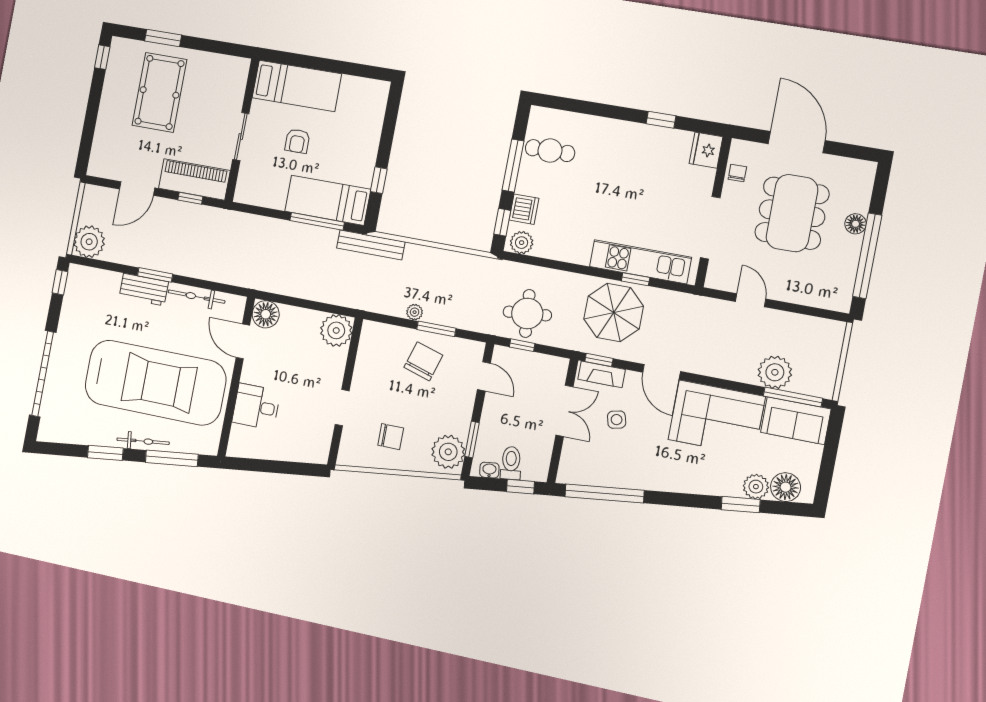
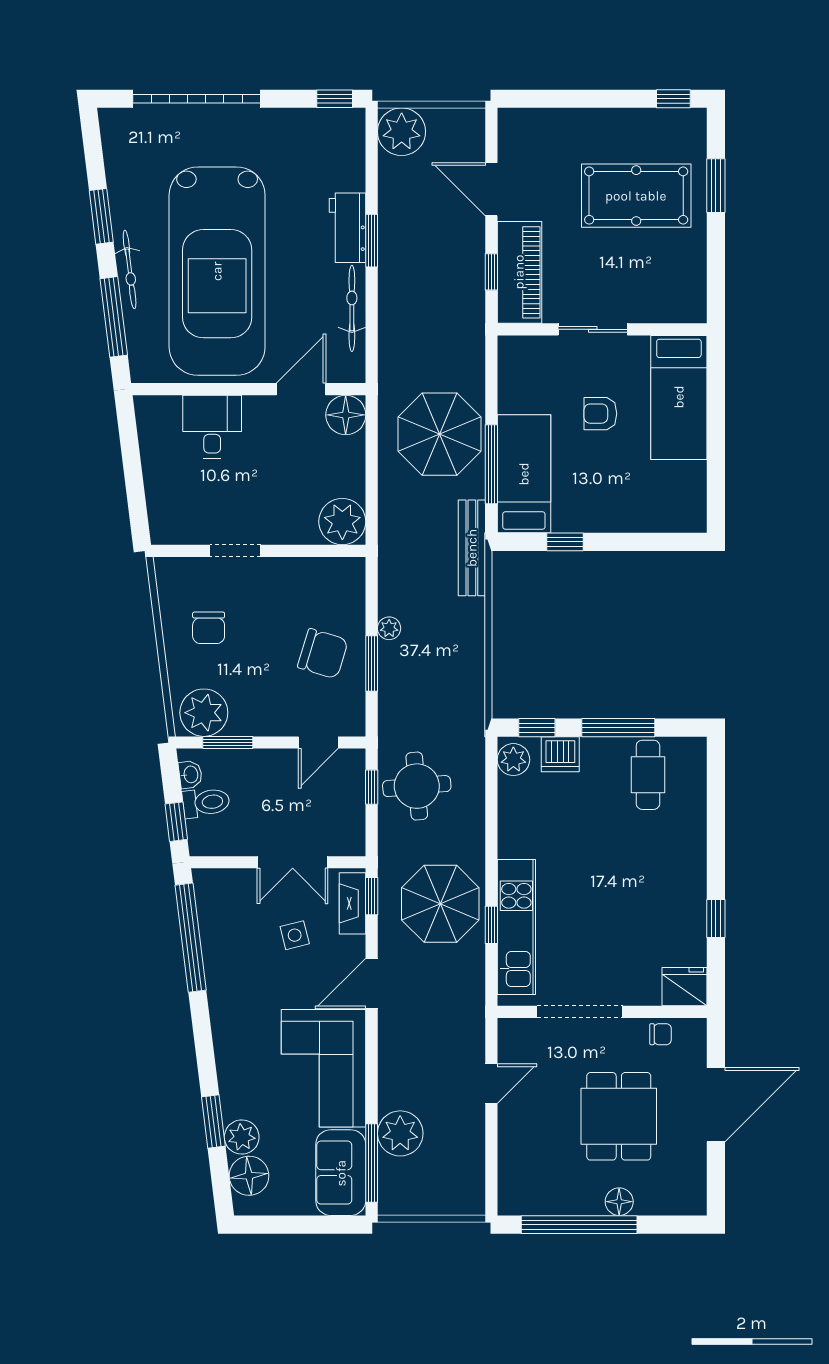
dining table: (792, 213) -> (619, 1116), width x0.73
parasol: (290, 253) -> (440, 434), added

